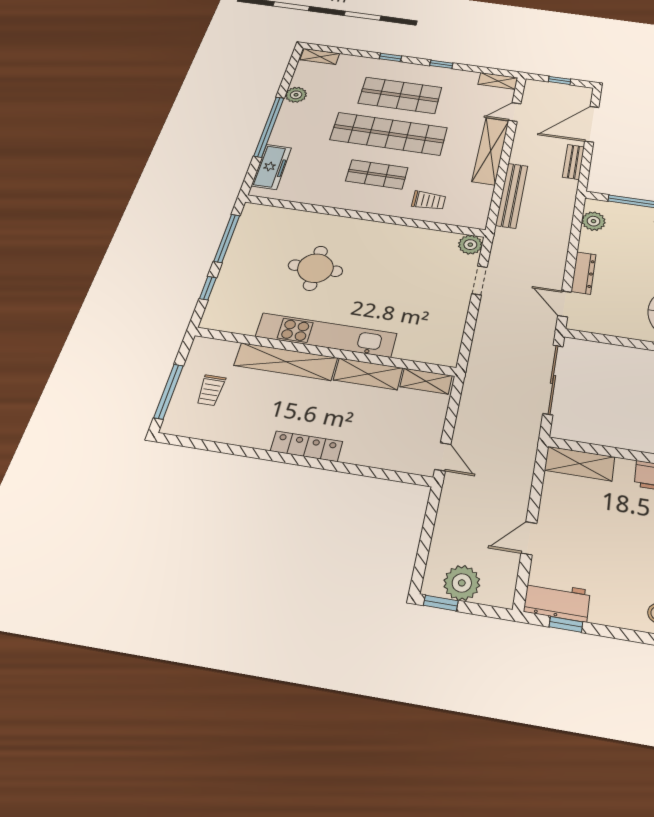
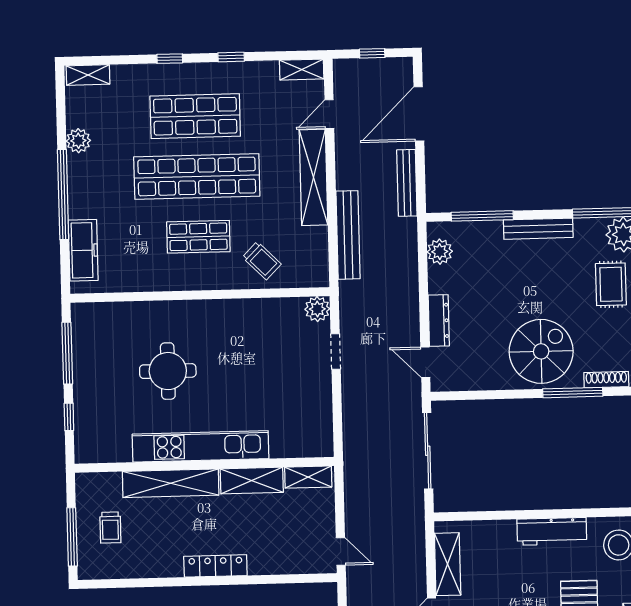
bench: (574, 162) -> (407, 183), width x1.36
trolley: (429, 201) -> (262, 261), turned 45
shelving: (580, 464) -> (448, 564), moved, turned 90

